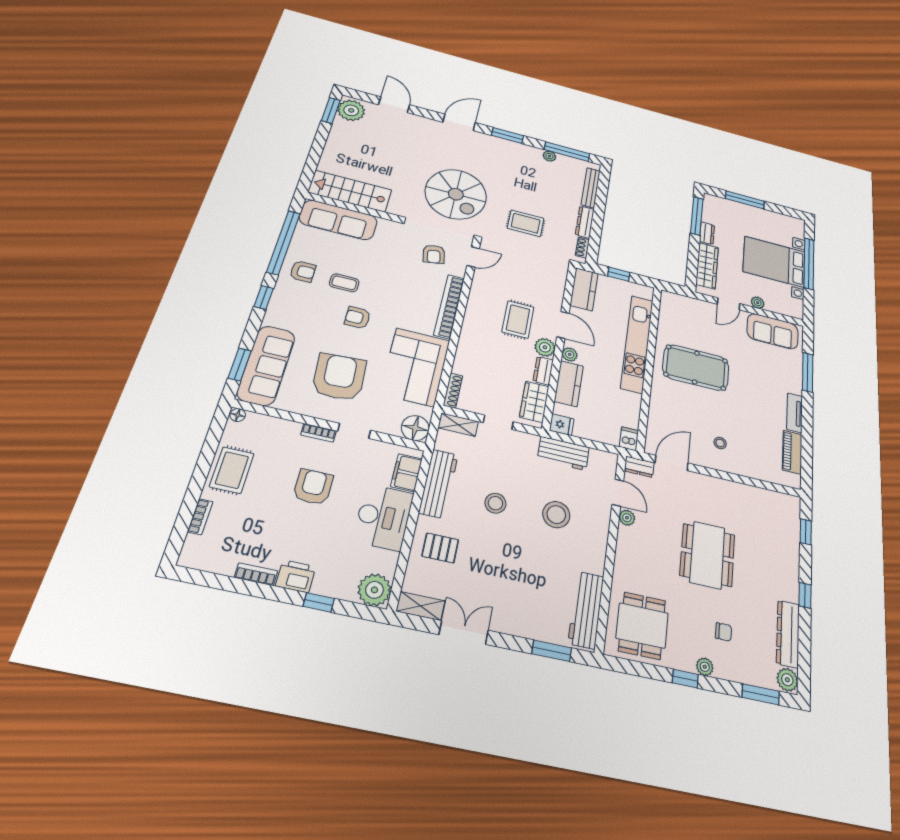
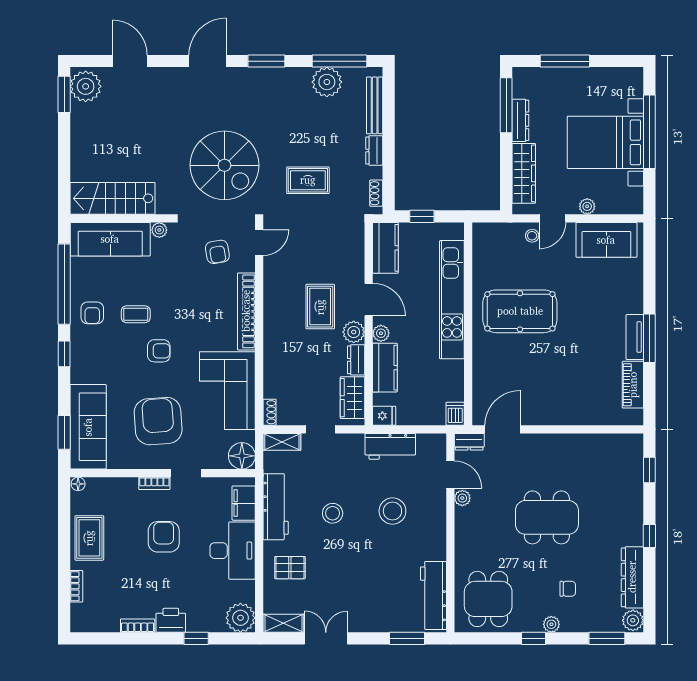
plant: (549, 156) -> (327, 82), width x1.87, depth x1.87
dresser: (585, 222) -> (374, 150), width x0.70
plant: (385, 225) -> (159, 230), added
dresser: (707, 233) -> (520, 120), width x1.44
armchair: (303, 271) -> (92, 313), turned 90
armchair: (357, 318) -> (159, 351), turned 180
window: (808, 372) -> (649, 338), moved
shoe rack: (453, 391) -> (270, 412), width x0.70
stool: (720, 443) -> (532, 236), moved
dining table: (707, 555) -> (547, 517), turned 90

